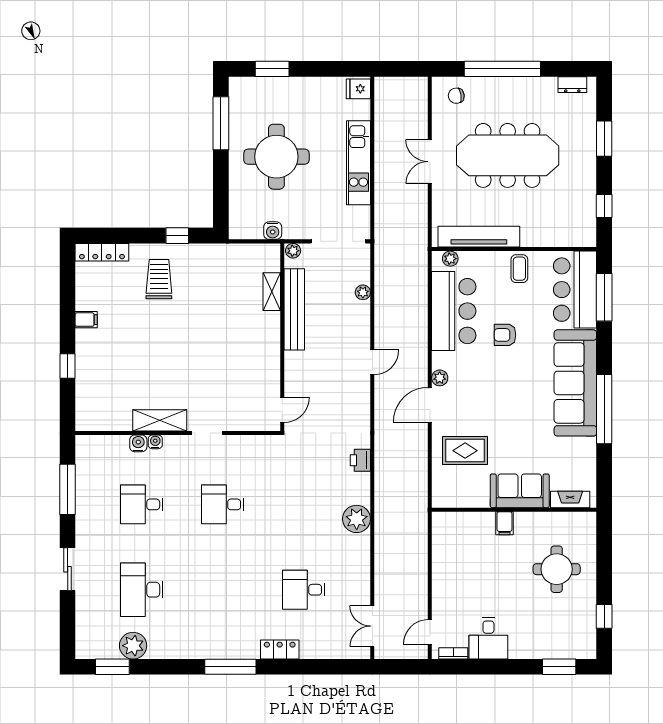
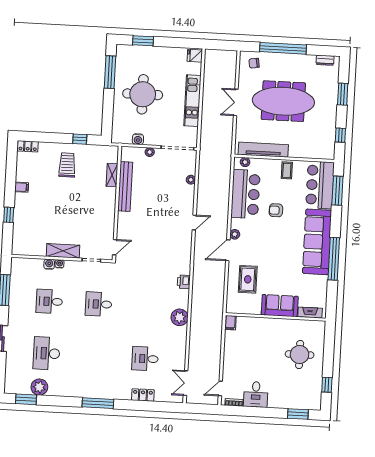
locker: (102, 252) -> (28, 146), width x0.66
shelving: (272, 292) -> (112, 175), moved
bench: (294, 309) -> (125, 187), moved
wall: (282, 337) -> (117, 203), moved
door: (282, 410) -> (115, 247), moved
rug: (465, 451) -> (248, 279), turned 90
filing cabinet: (504, 523) -> (230, 323), moved
locker: (280, 649) -> (143, 395), moved

